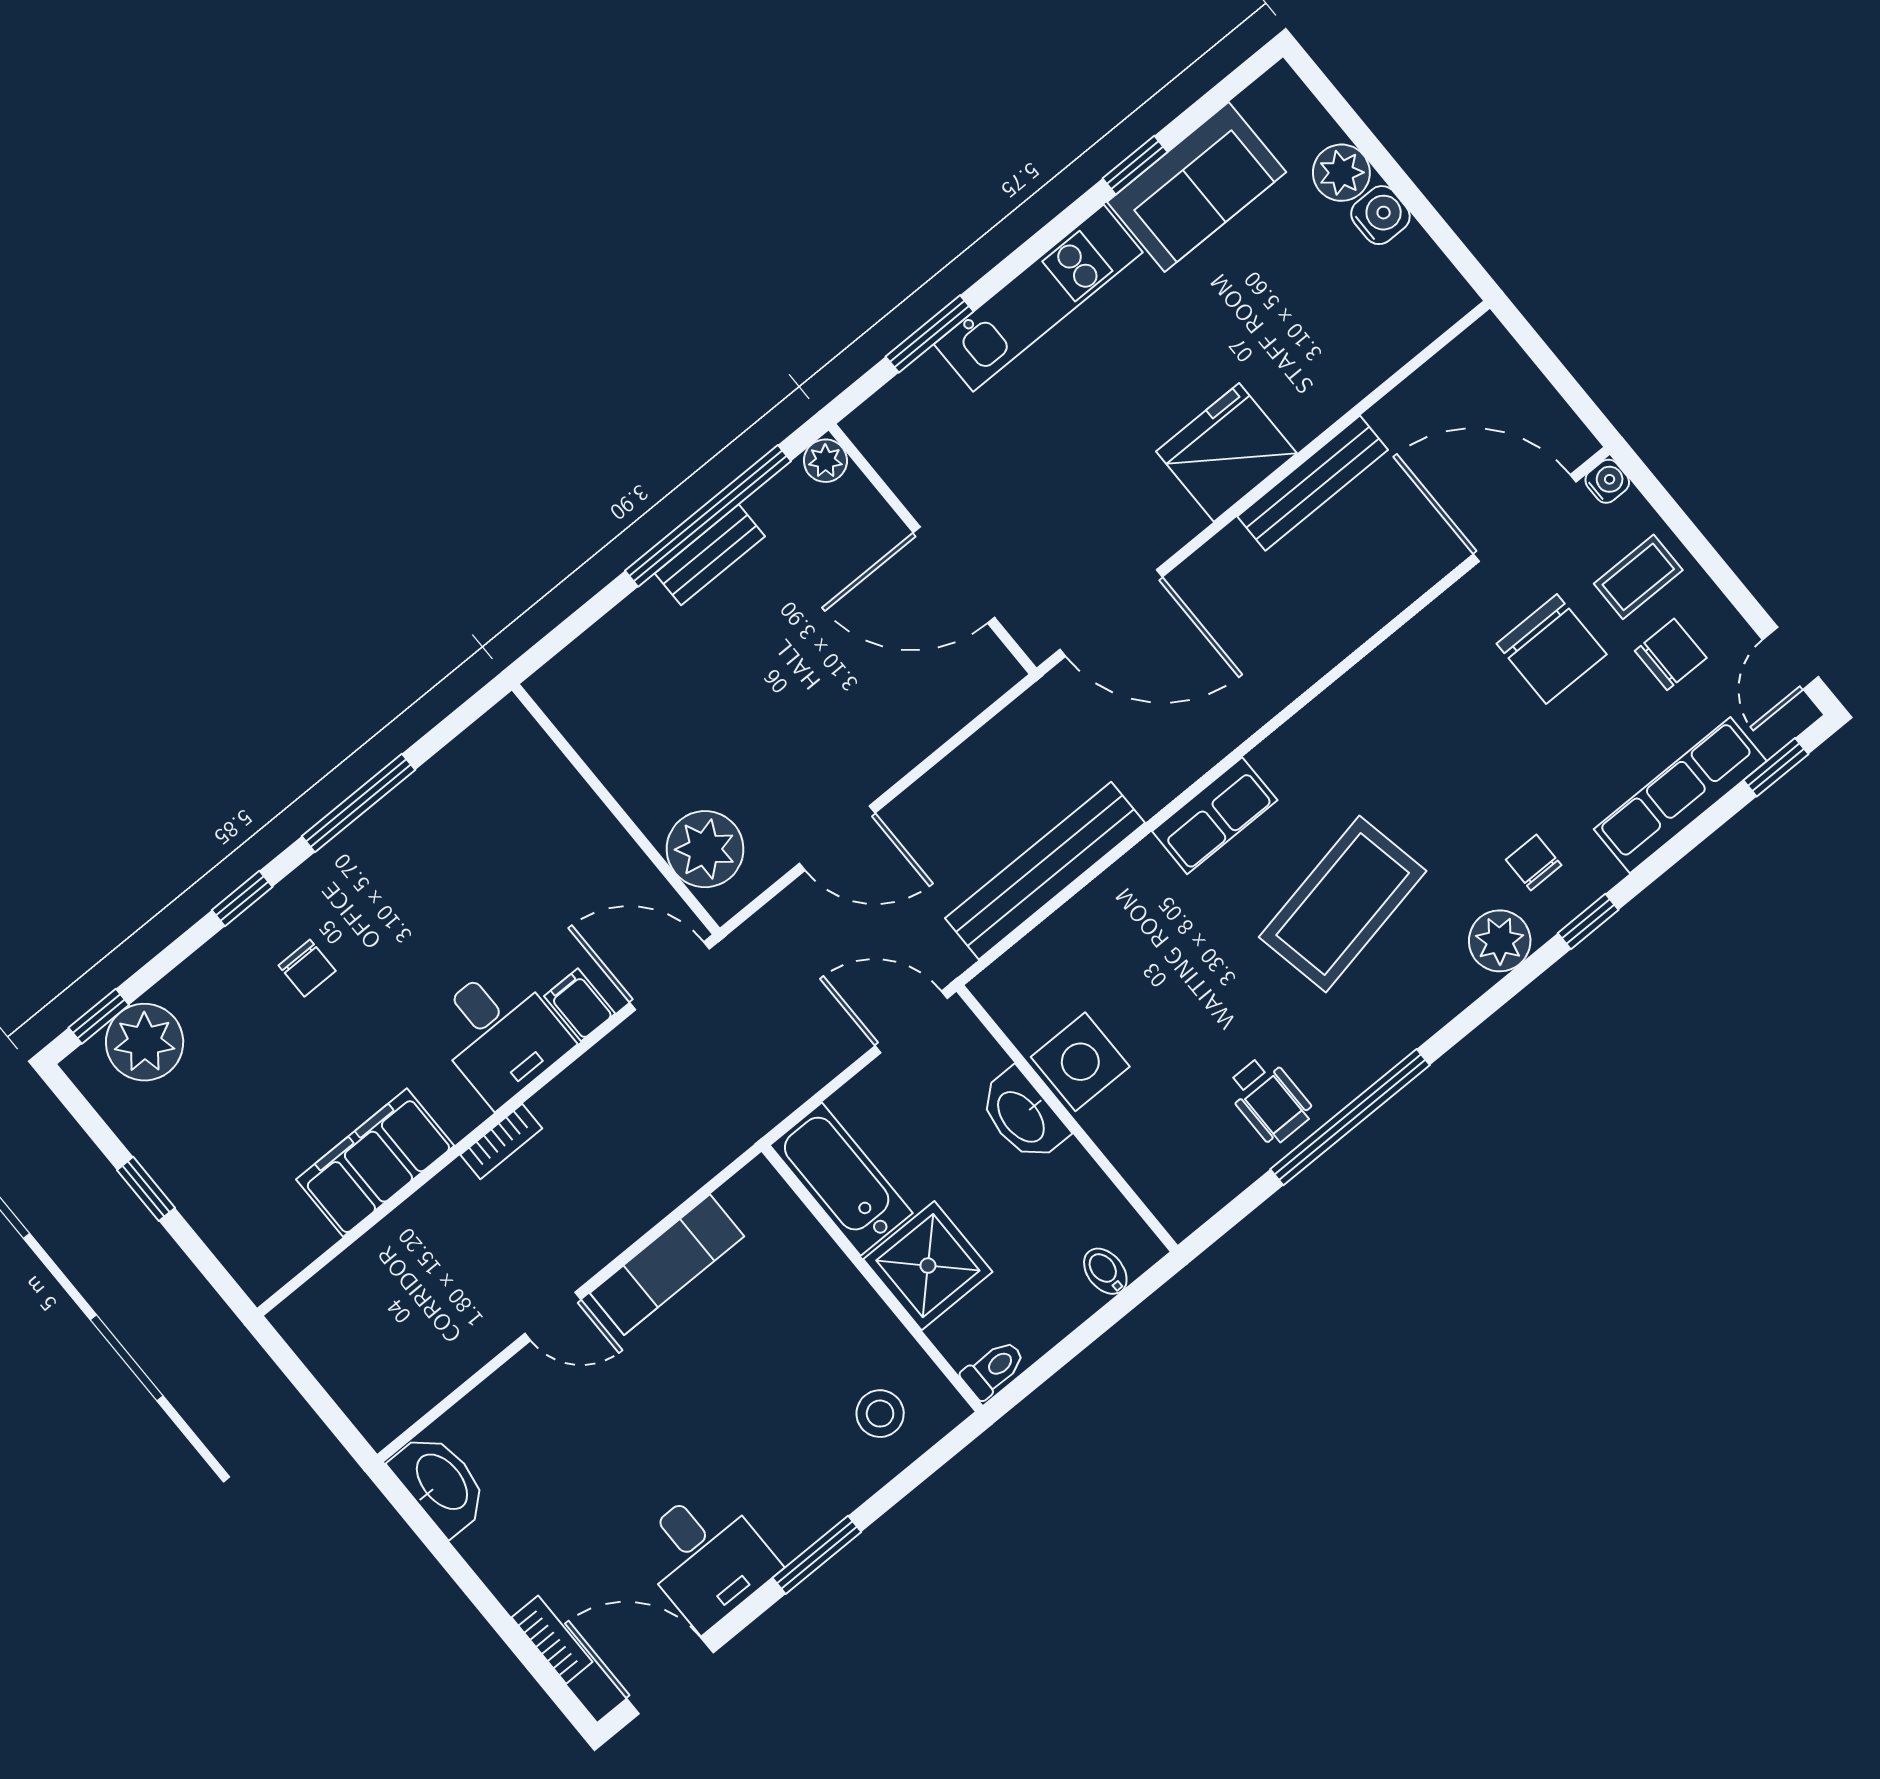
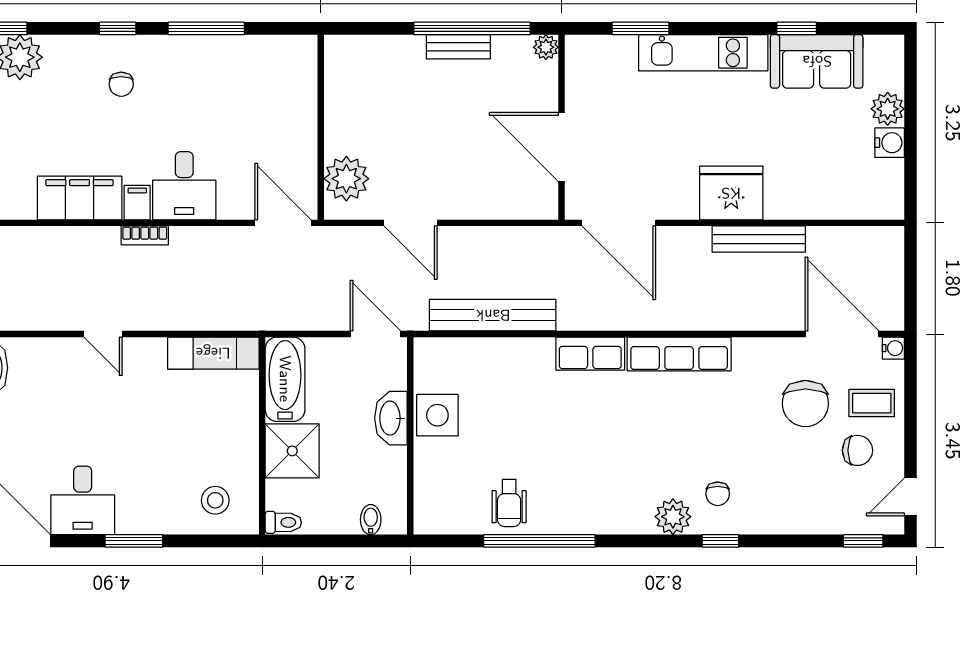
row of seats: (1680, 795) -> (679, 354), moved, turned 180
chair: (1534, 862) -> (718, 494), turned 180
coffee table: (1343, 904) -> (615, 441), removed
filing cabinet: (580, 1005) -> (137, 203), moved
exam couch: (667, 1265) -> (213, 353), moved

